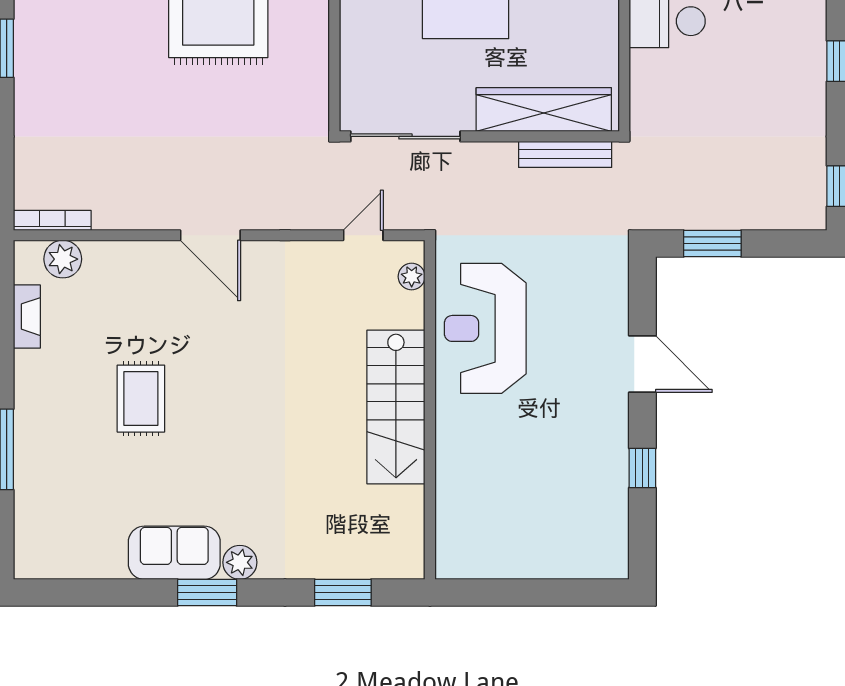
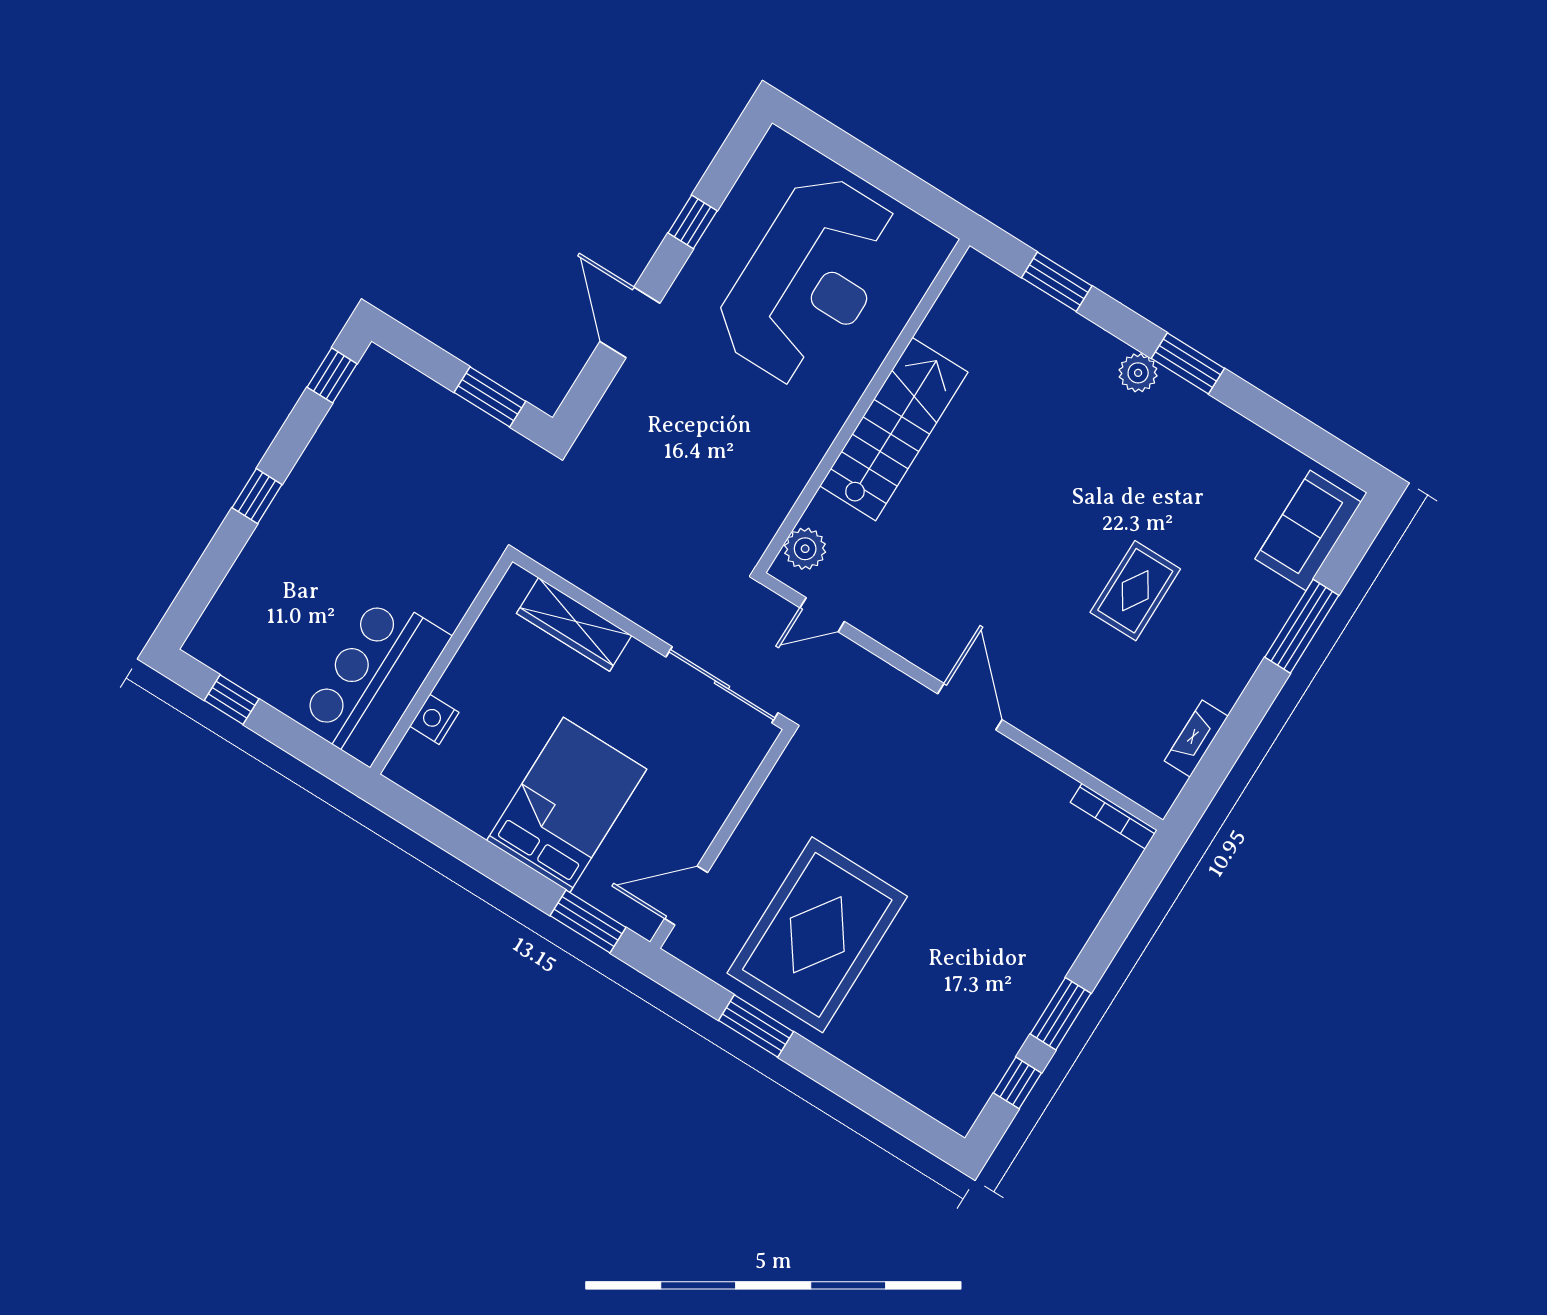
wardrobe: (544, 110) -> (574, 624), width x0.71, depth x0.85
bench: (565, 154) -> (578, 571), removed
plant: (63, 259) -> (1127, 772), removed
plant: (412, 277) -> (805, 549), width x1.38, depth x1.38
reception desk: (485, 328) -> (809, 280), moved, width x1.36, depth x1.30
sofa: (174, 553) -> (1308, 530), moved, turned 90

